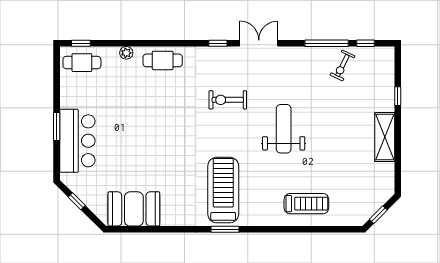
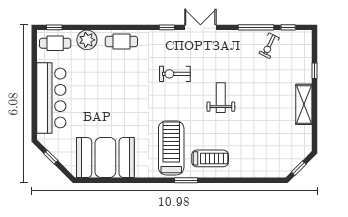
plant: (126, 53) -> (87, 40), width x1.87, depth x1.87
window: (57, 127) -> (34, 96), removed
weight bench: (284, 129) -> (221, 98), width x0.73, depth x0.75
bar counter: (77, 141) -> (51, 98), width x1.36
treadmill: (306, 204) -> (210, 158), moved
booth: (134, 209) -> (105, 157), width x1.36, depth x1.42
window: (225, 229) -> (186, 180), moved

